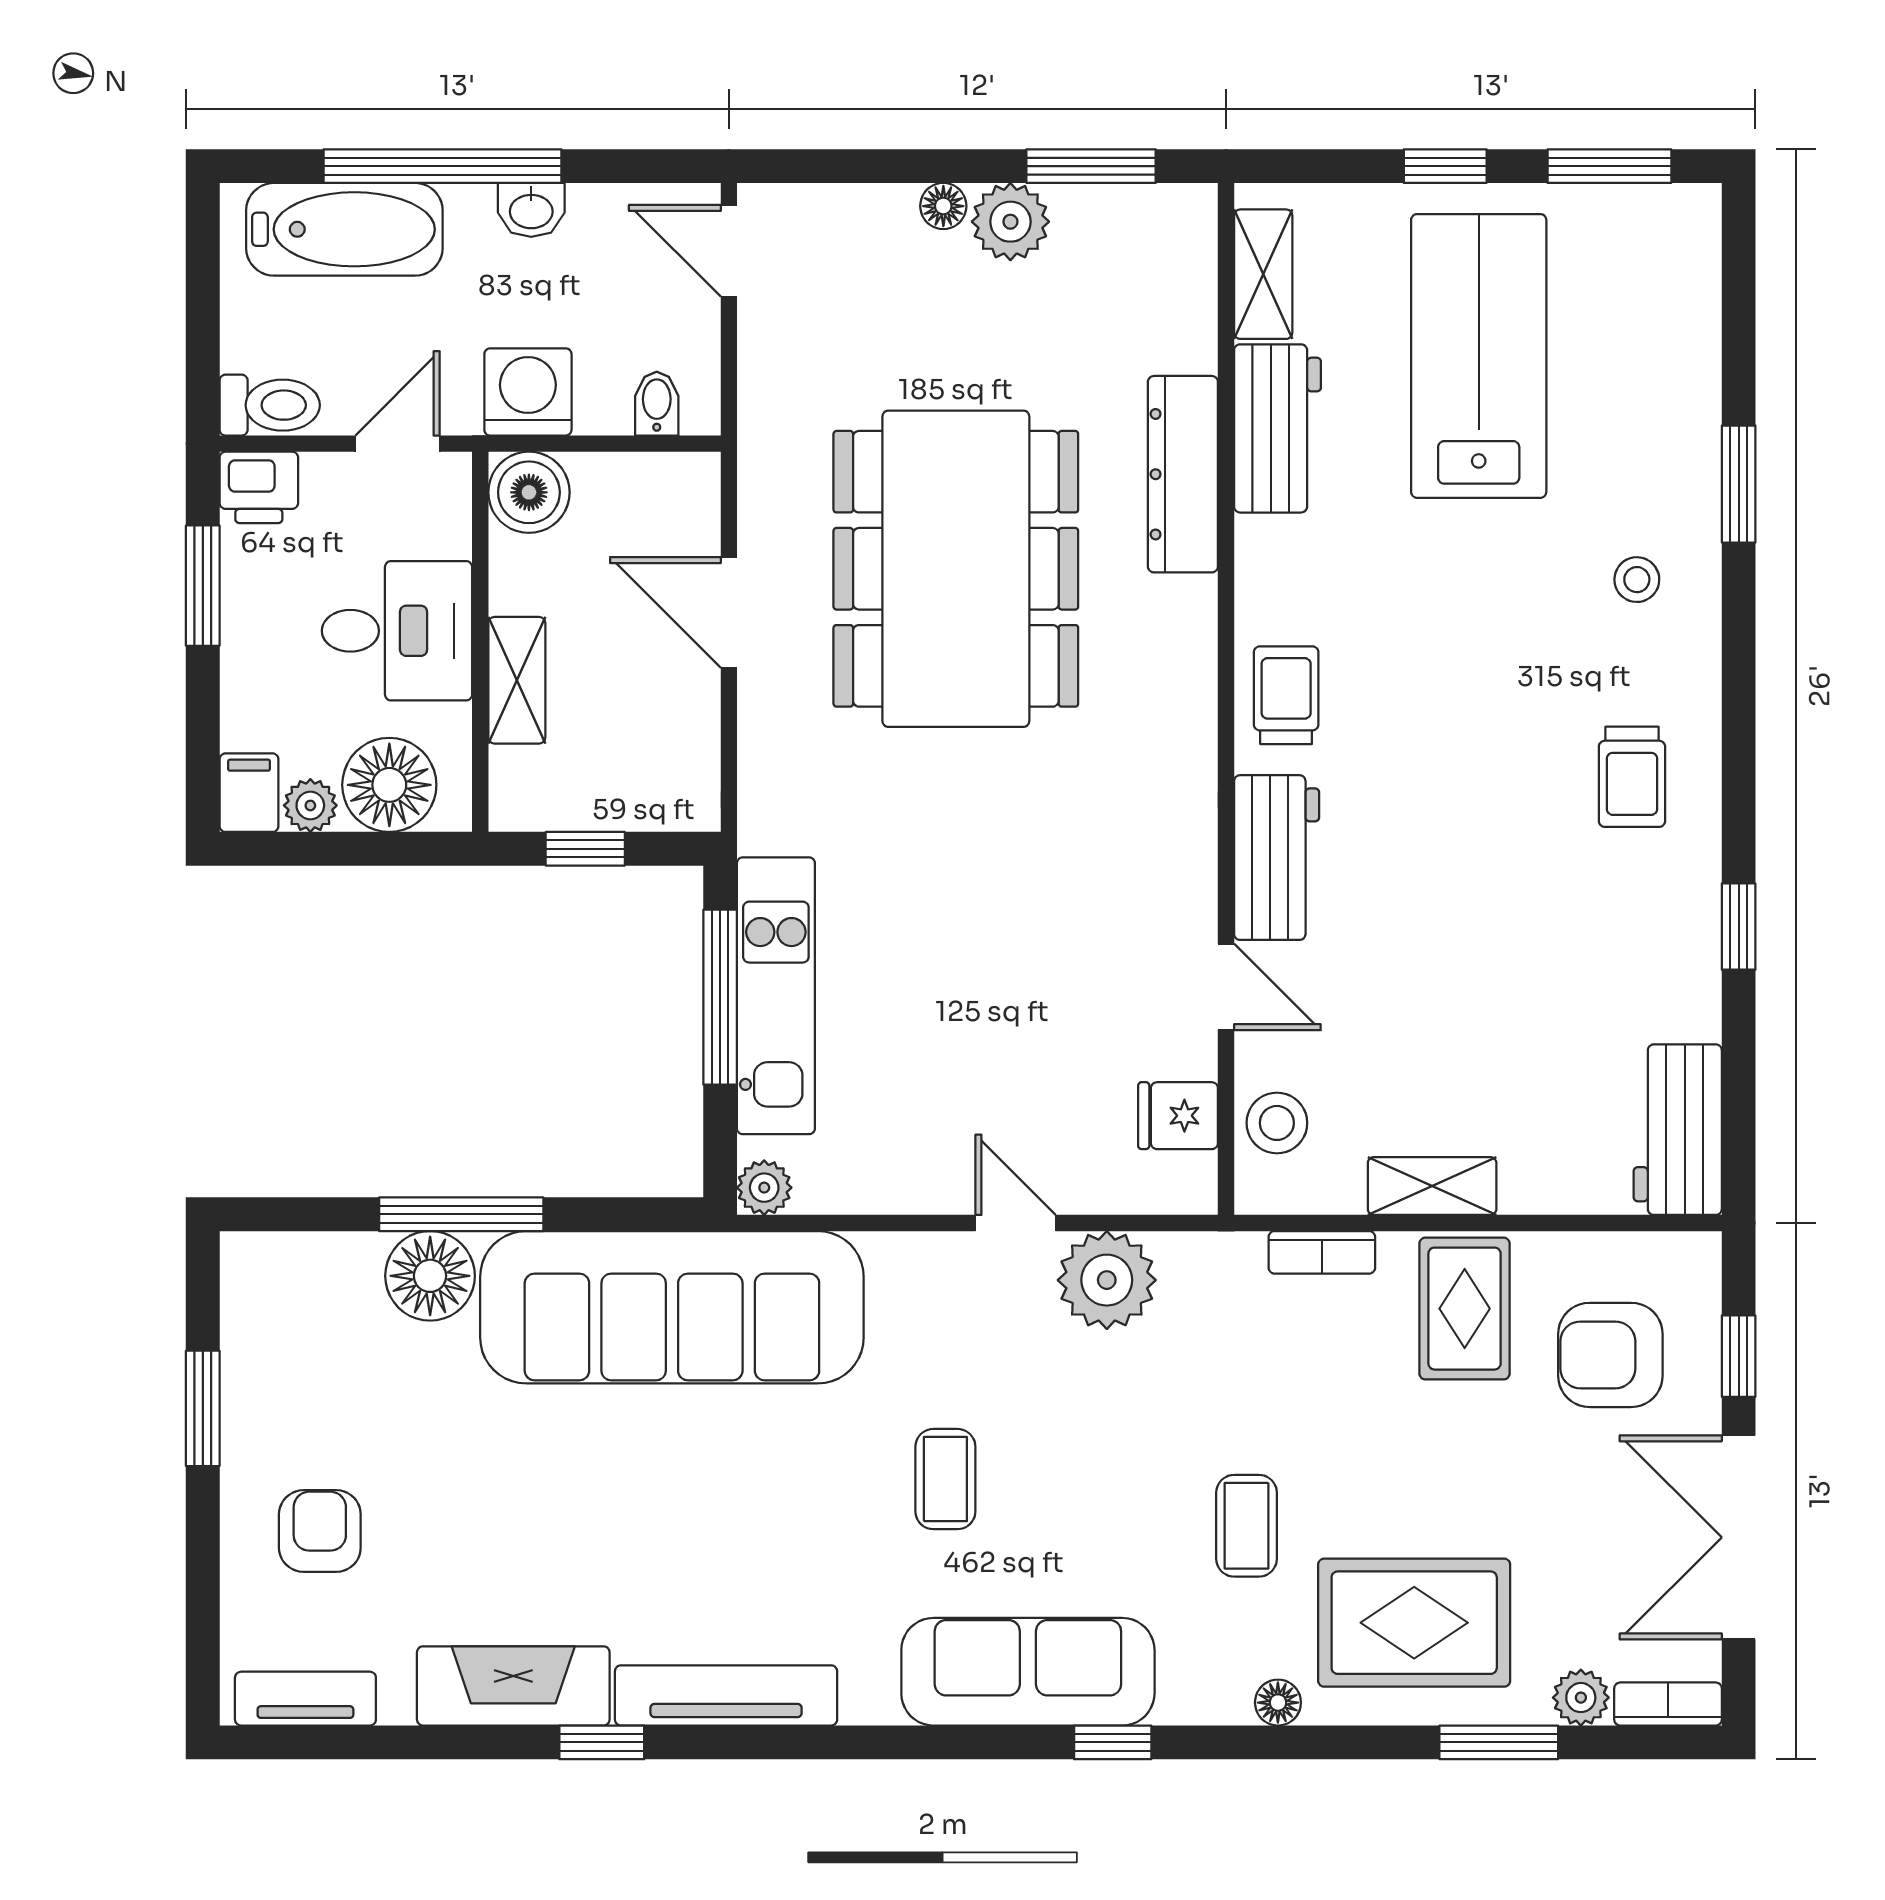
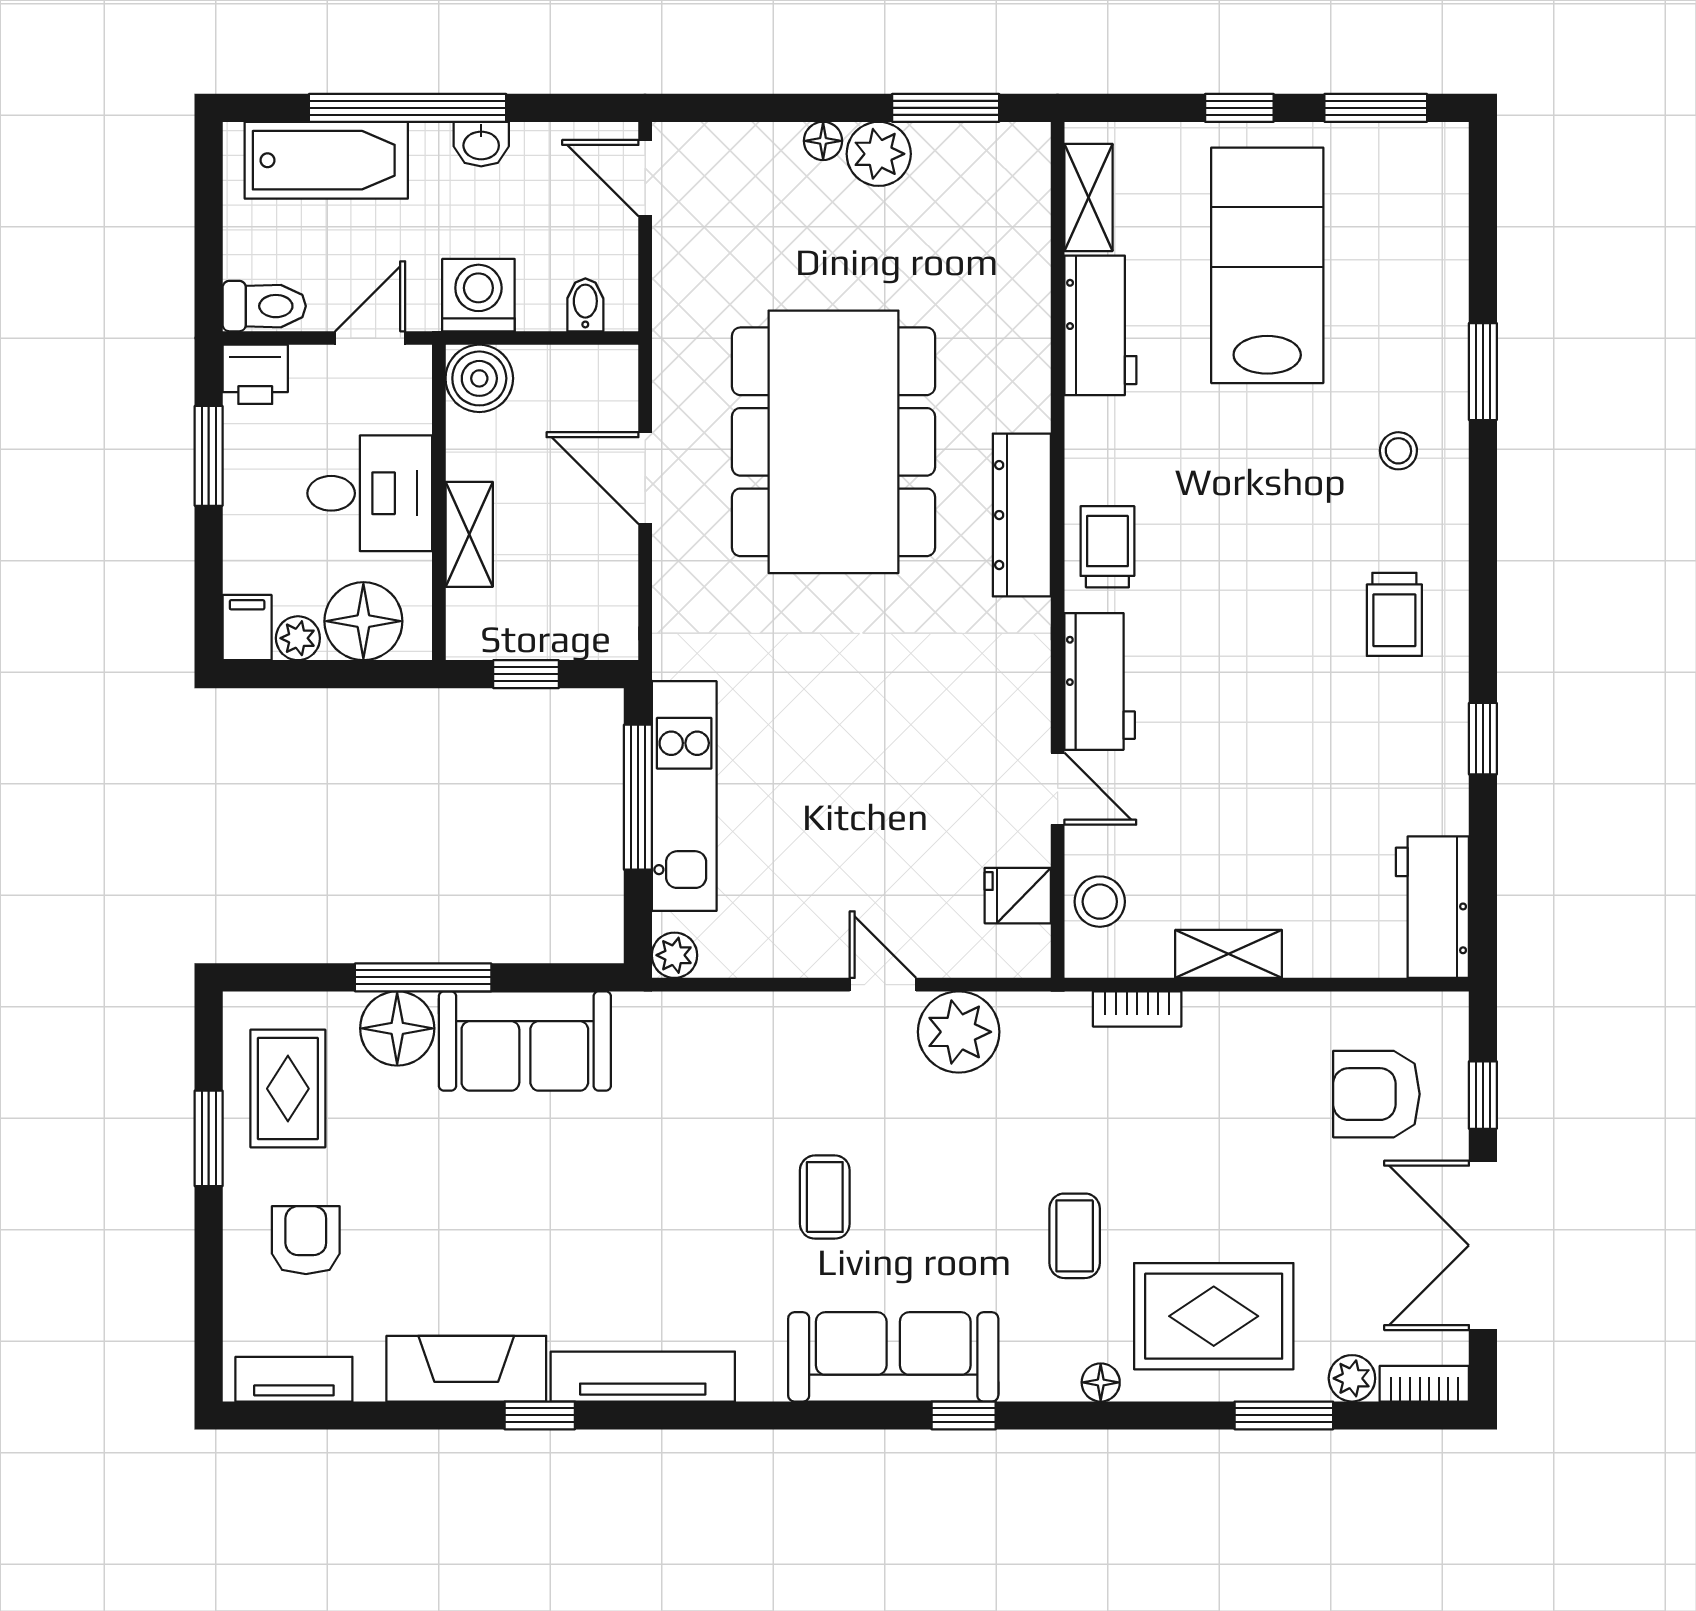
dresser: (1183, 474) -> (1022, 515), moved
sofa: (672, 1307) -> (525, 1041), width x0.54, depth x0.79
rug: (1465, 1309) -> (288, 1089), moved

